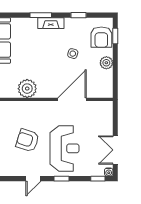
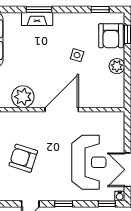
window: (79, 15) -> (100, 10), moved
fireplace: (51, 23) -> (37, 19), moved
door: (72, 99) -> (62, 110), moved
reception desk: (65, 148) -> (89, 162), moved

